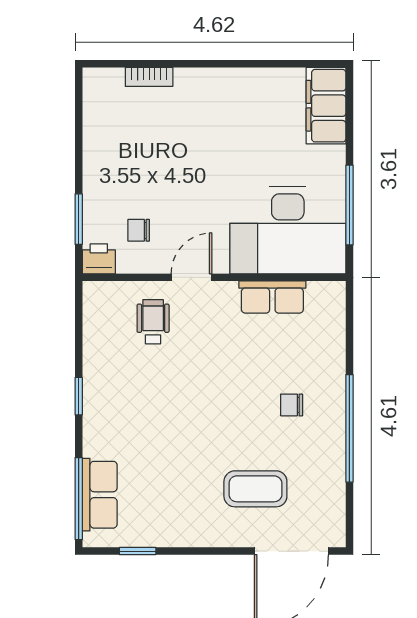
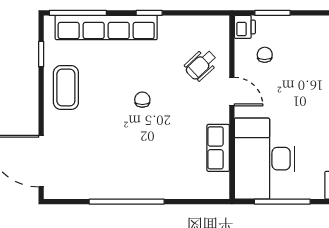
wheelchair: (153, 322) -> (201, 65), turned 137
chair: (292, 405) -> (142, 100), moved
coffee table: (255, 489) -> (66, 88), moved
row of seats: (100, 495) -> (106, 28), width x2.02

